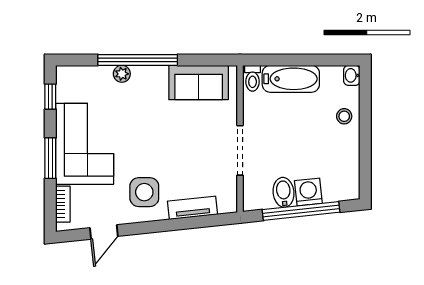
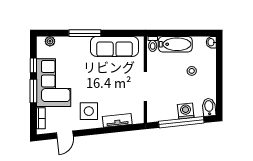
window: (138, 60) -> (85, 33), width x0.68
plant: (122, 74) -> (50, 41), moved
sofa: (199, 83) -> (115, 46), width x1.36
window: (50, 97) -> (33, 65), moved
stool: (344, 116) -> (192, 71), moved
bidet: (284, 192) -> (209, 107), moved

